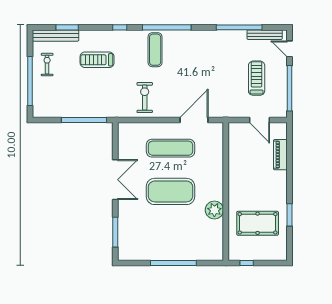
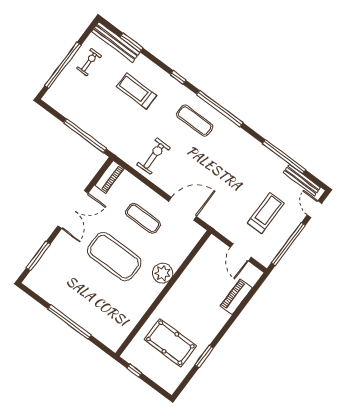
exercise mat: (155, 50) -> (195, 121), turned 90
piano: (124, 136) -> (109, 177), added
exercise mat: (171, 148) -> (143, 218), width x0.73, depth x0.69
plant: (214, 210) -> (163, 273), moved

